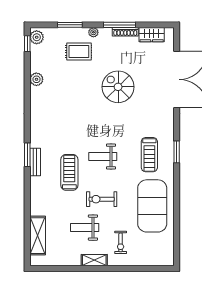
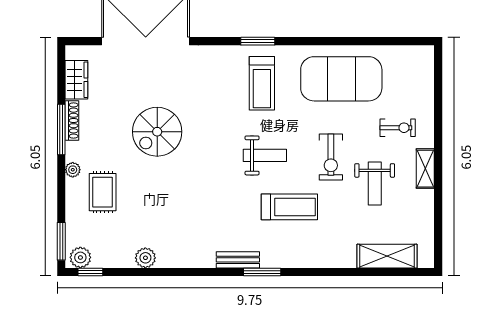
window: (70, 25) -> (61, 241), moved
treadmill: (149, 155) -> (262, 83), turned 90
weight bench: (103, 157) -> (265, 155), turned -90
bench: (35, 162) -> (238, 260), moved
treadmill: (69, 172) -> (289, 207), turned 180

